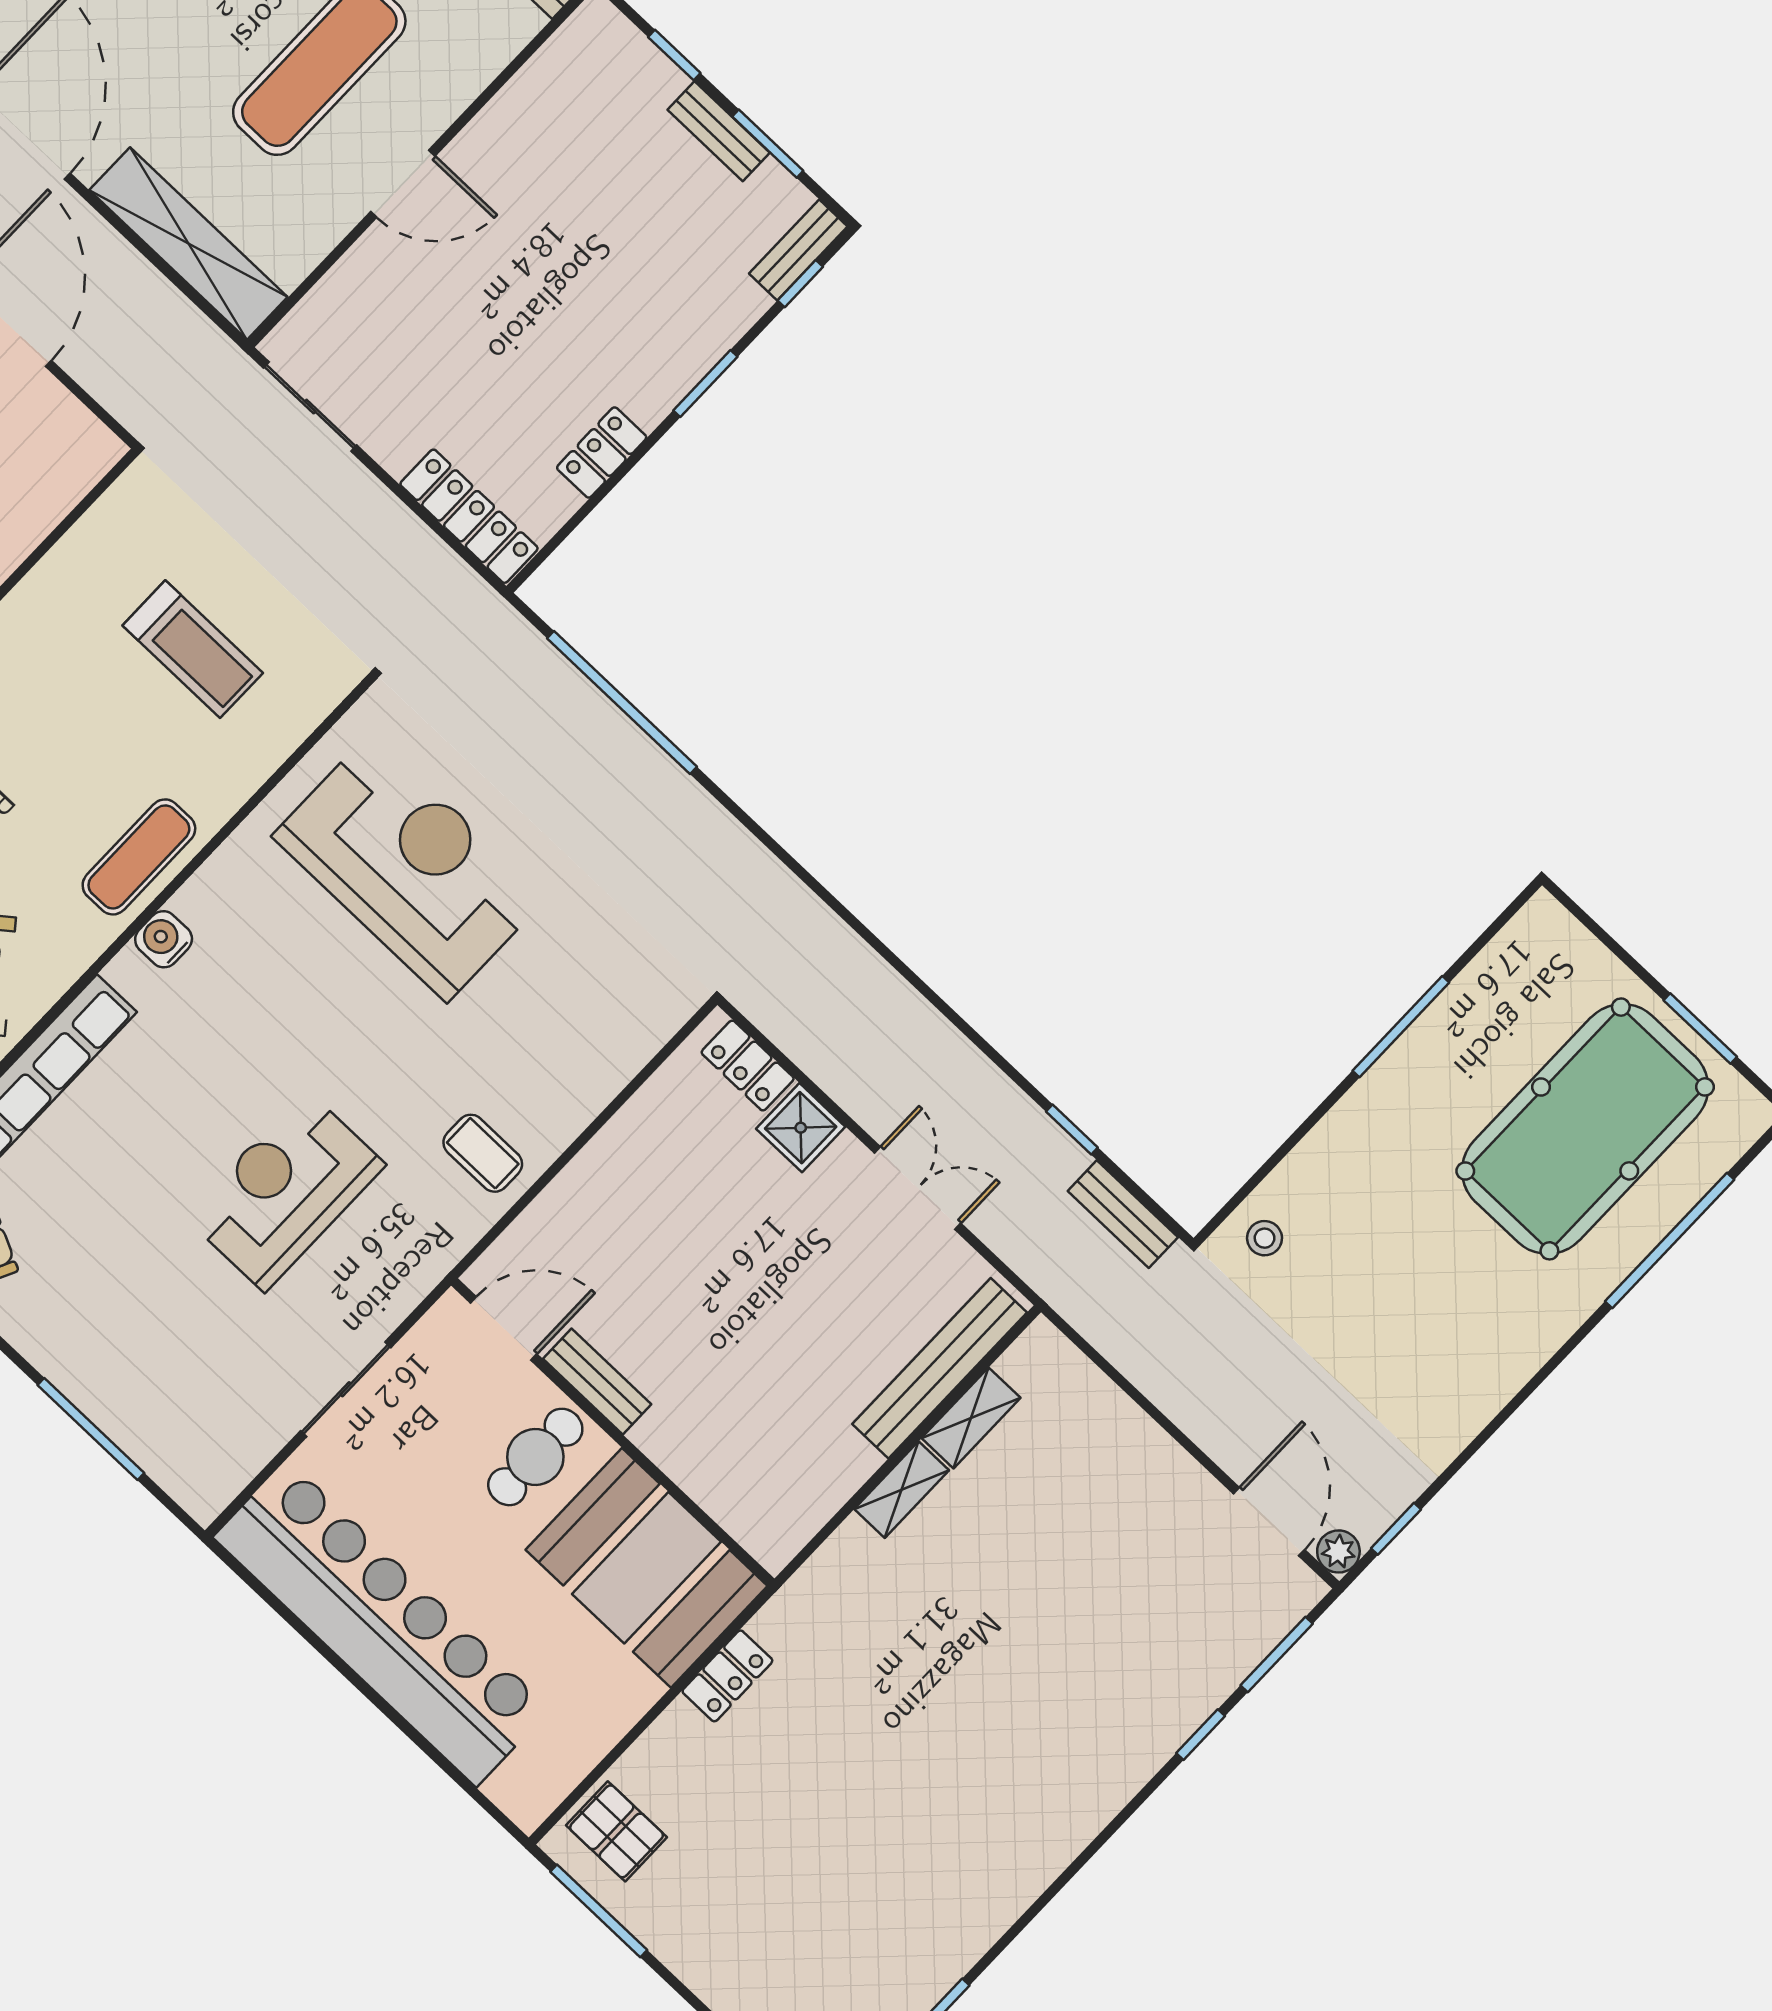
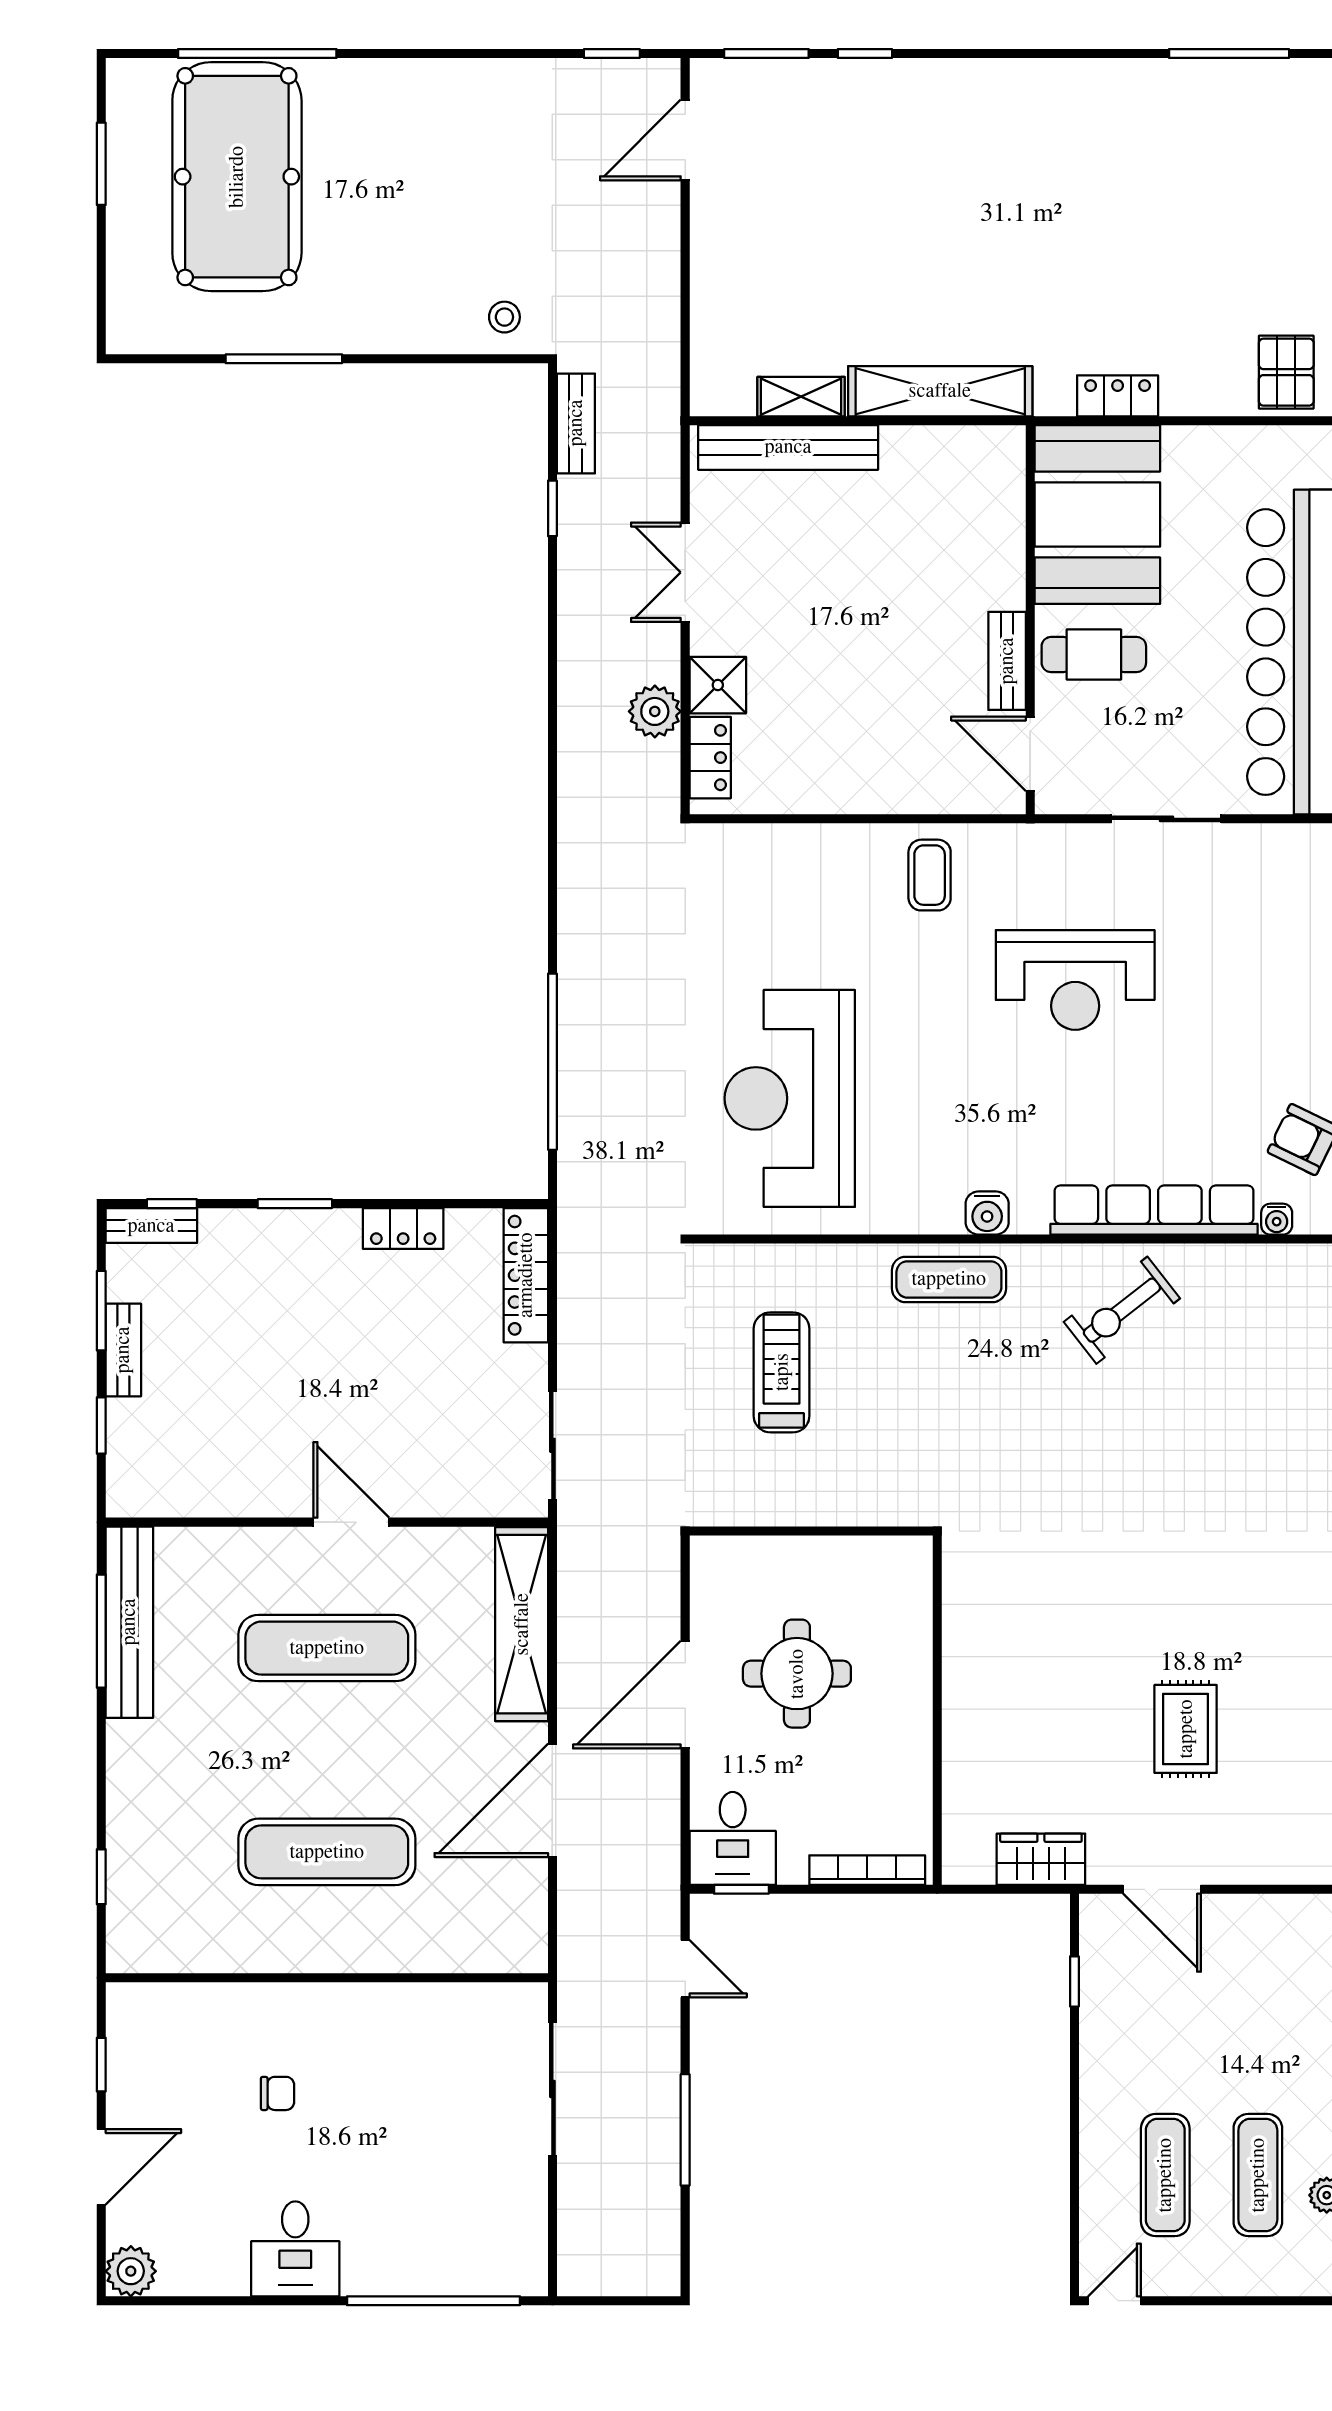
pool table: (1585, 1129) -> (237, 177), turned 90
shelving: (902, 1490) -> (940, 391), width x2.20, depth x1.33
plant: (1338, 1551) -> (655, 711), moved, width x1.38, depth x1.38

